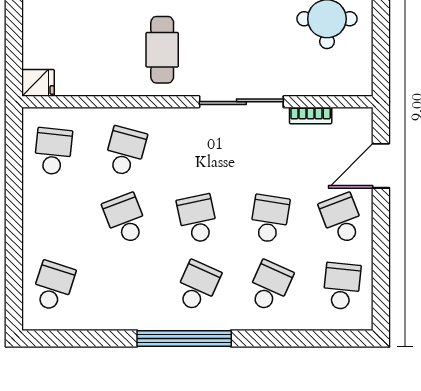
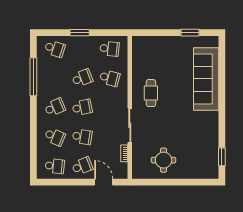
cafe table: (162, 50) -> (151, 93), turned 90
fridge: (38, 83) -> (137, 42), removed
window: (14, 225) -> (80, 33), added
school desk: (197, 286) -> (55, 107), turned -48
window: (184, 338) -> (33, 77), moved

